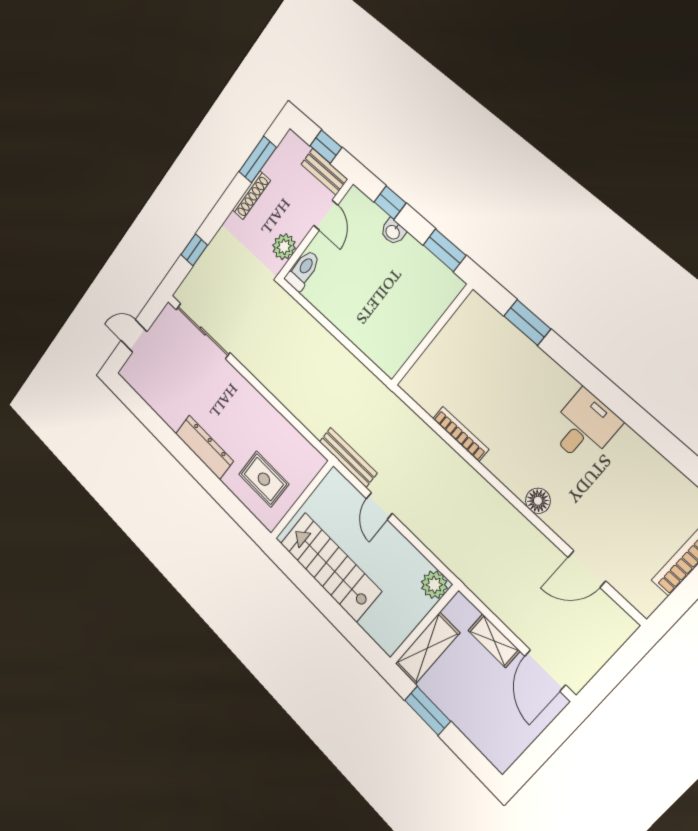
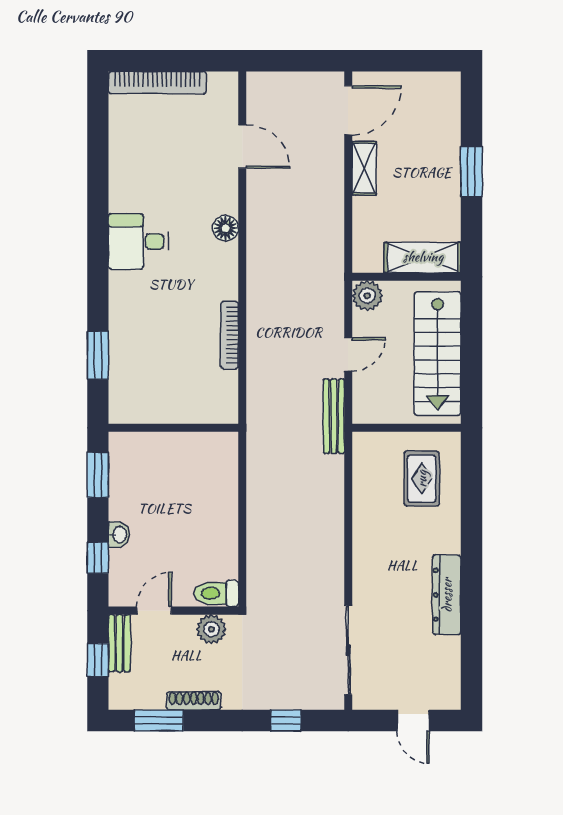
dresser: (204, 447) -> (447, 595), moved
plant: (434, 585) -> (367, 296), moved
wall: (424, 624) -> (407, 277), moved
shelving: (427, 648) -> (423, 257), moved

